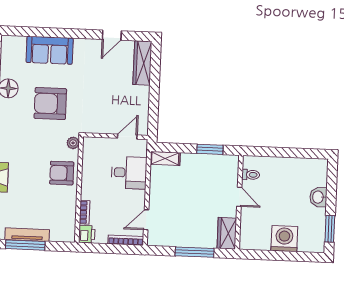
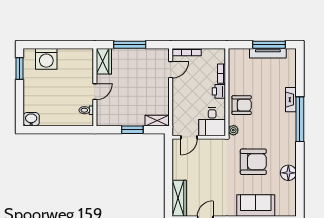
window: (210, 149) -> (132, 130), moved
desk: (129, 173) -> (212, 122), moved, turned -90
door: (239, 197) -> (95, 92), swing flipped
washbasin: (318, 197) -> (31, 119), moved, turned -90
printer: (87, 234) -> (219, 91), moved
washing machine: (284, 239) -> (46, 59), moved

